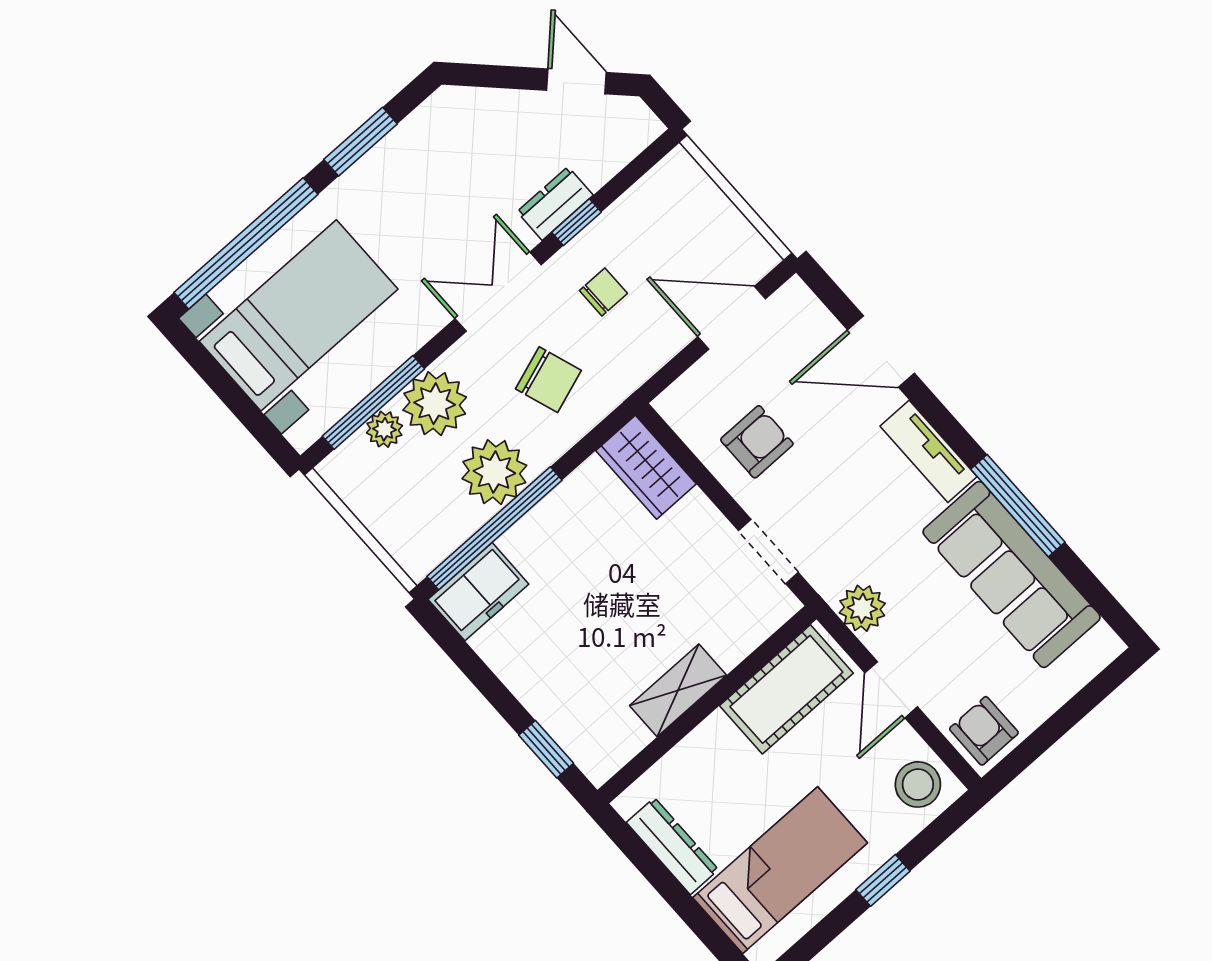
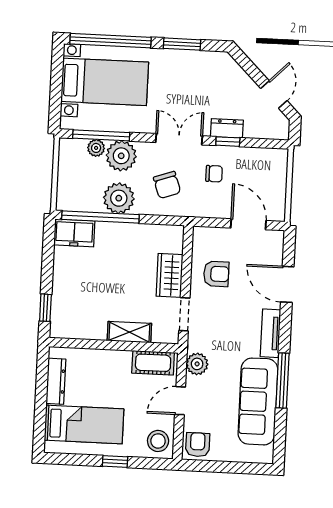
wardrobe: (646, 467) -> (170, 275), moved
cot: (786, 689) -> (153, 363), width x0.73, depth x0.75
shelving: (678, 690) -> (129, 332), moved

